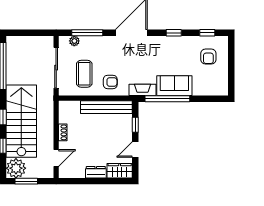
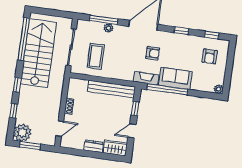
plant: (74, 41) -> (108, 28), moved
armchair: (110, 82) -> (153, 53), moved
plant: (223, 91) -> (218, 89), added
stairs: (21, 121) -> (38, 53), moved

